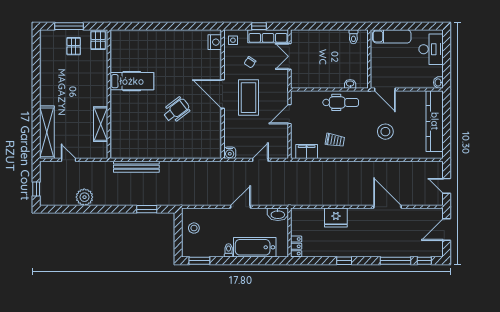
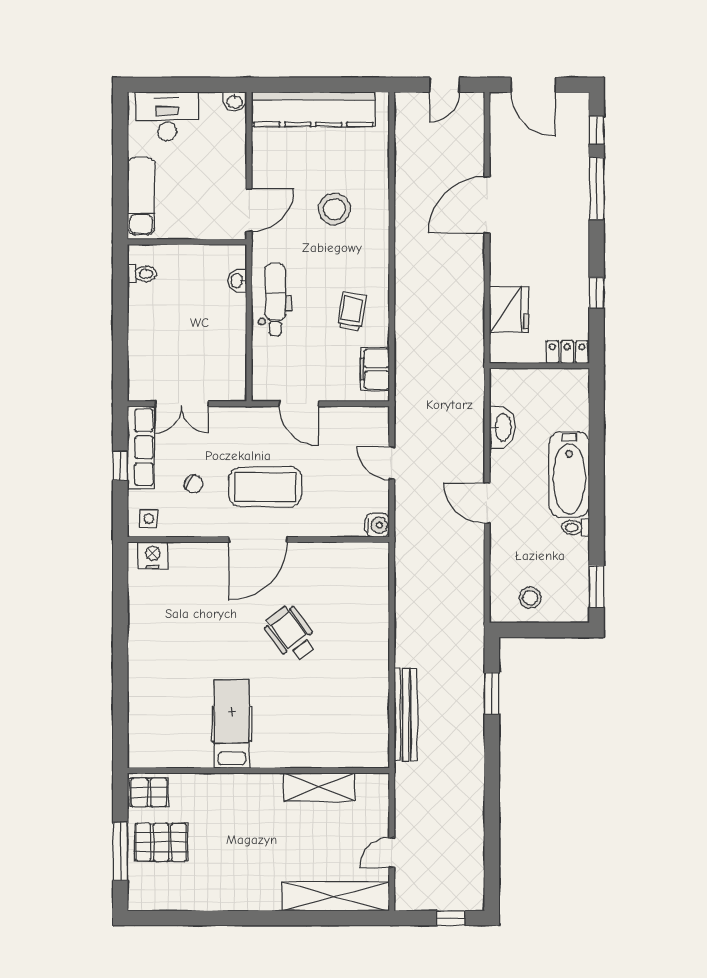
pallet: (74, 46) -> (161, 842), width x1.50, depth x1.42
plant: (84, 197) -> (467, 820), removed
wall: (289, 233) -> (539, 366), moved
locker: (296, 246) -> (567, 352), moved

